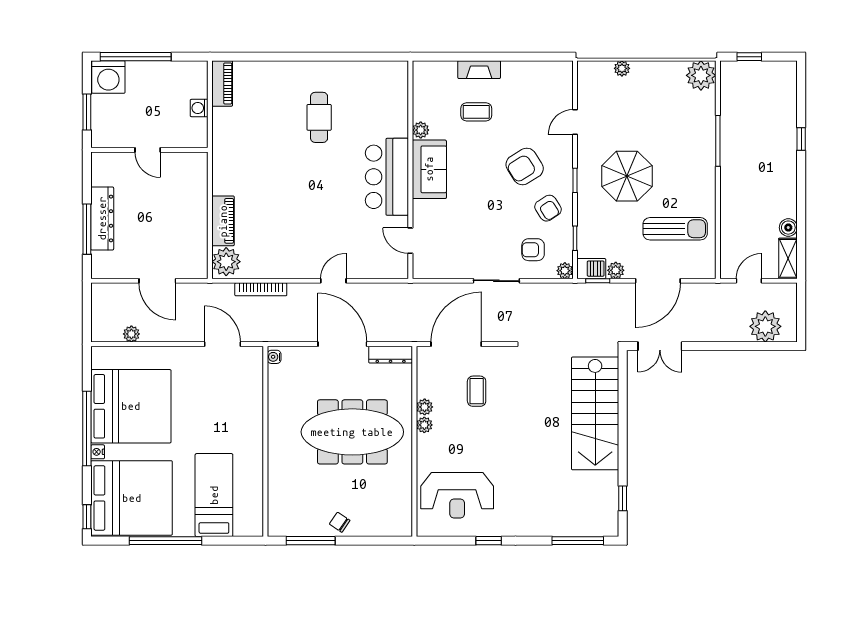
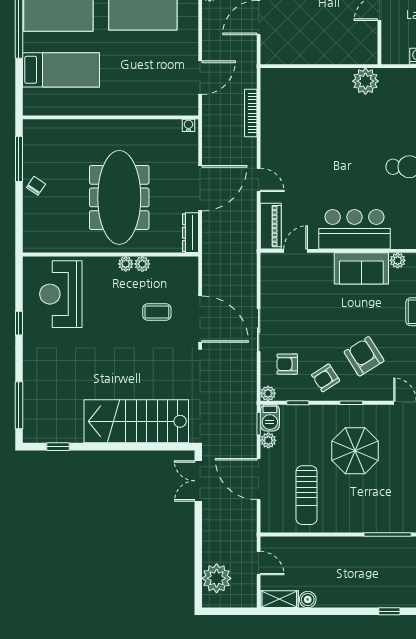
piano: (223, 221) -> (271, 226), moved, turned -90
armchair: (533, 250) -> (287, 364), turned -90
plant: (226, 262) -> (365, 81), moved
door: (456, 344) -> (200, 319), moved

